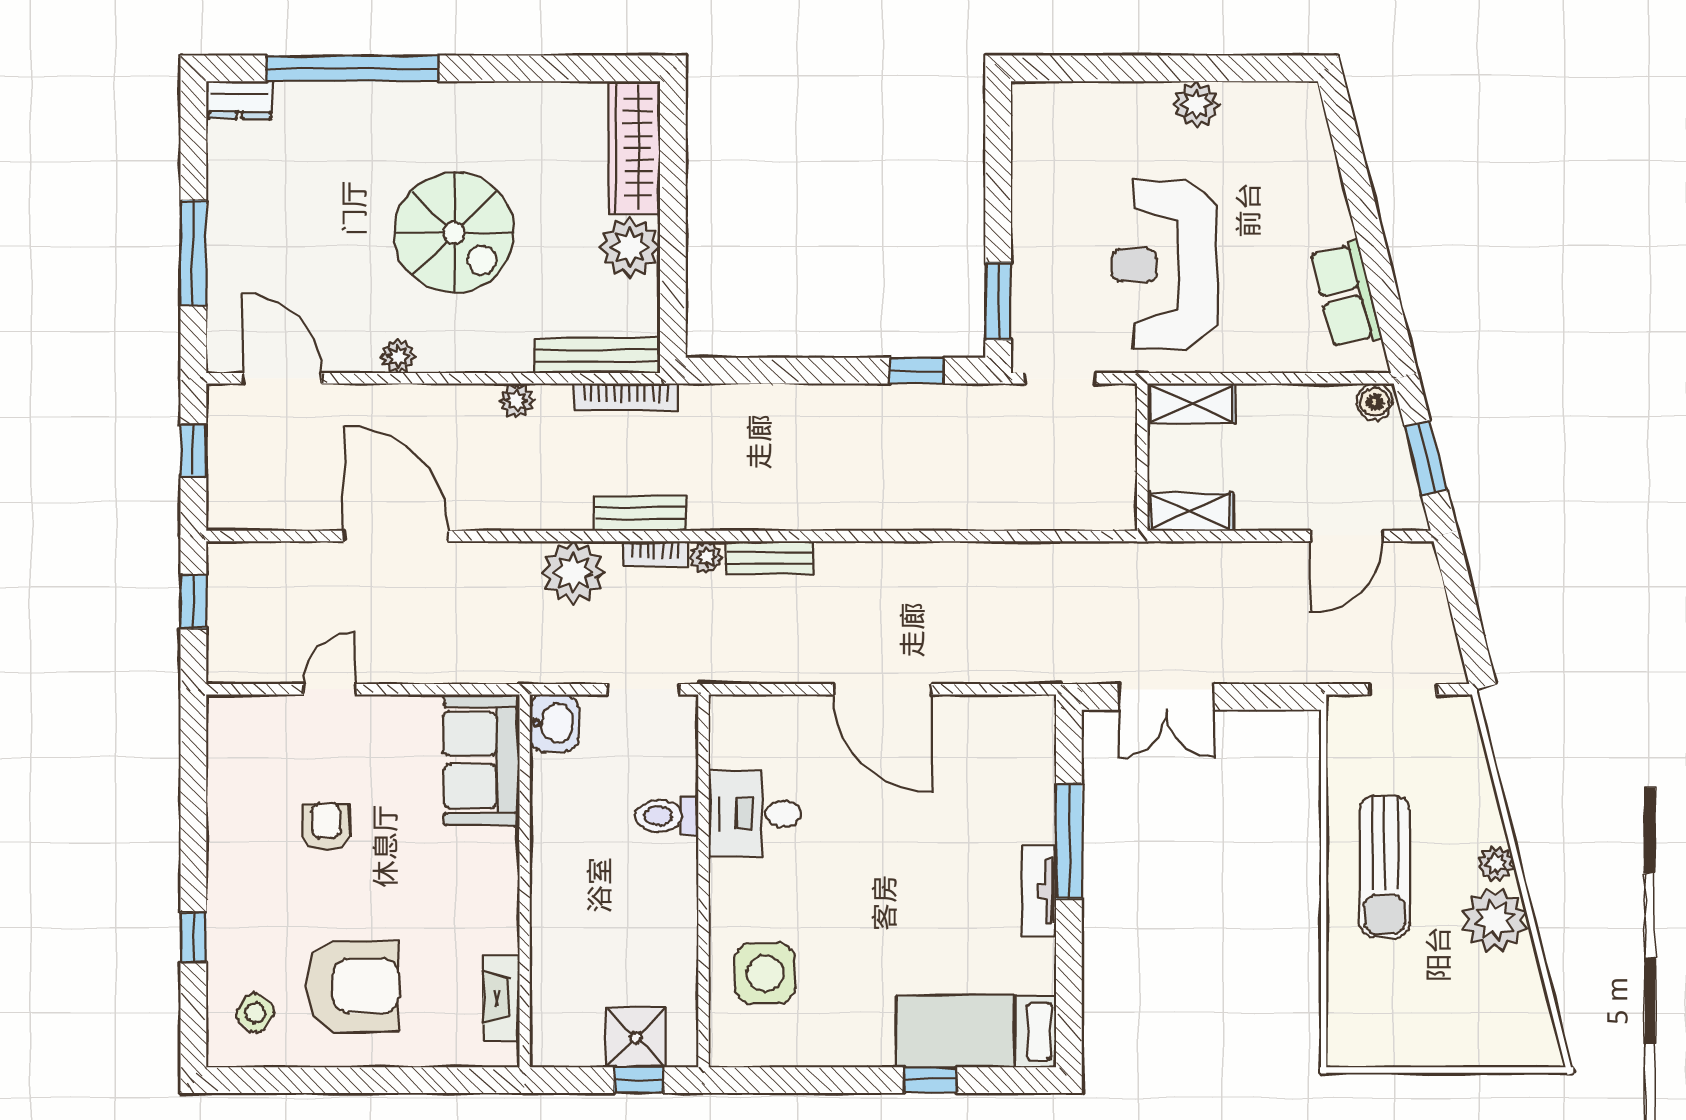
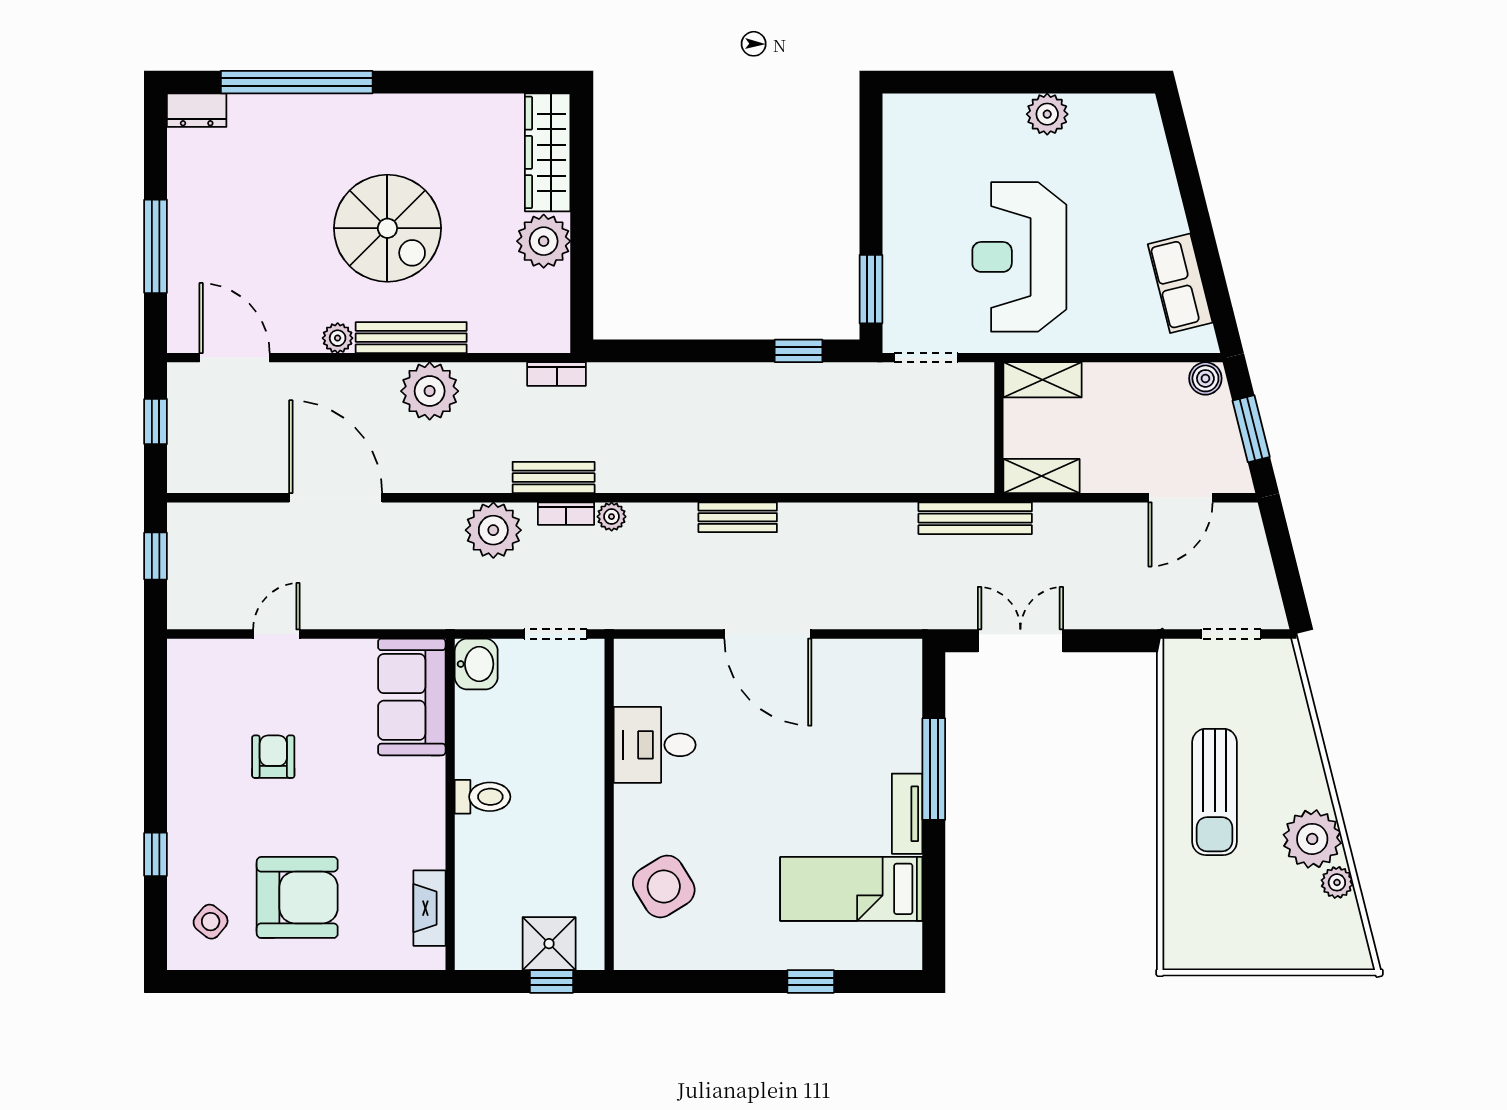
bench: (598, 356) -> (411, 338), moved
bookcase: (626, 397) -> (557, 374), width x0.64
plant: (517, 401) -> (430, 391), width x1.88, depth x1.88
bench: (770, 558) -> (738, 517), moved
bench: (1115, 559) -> (975, 518), added
double door: (1166, 697) -> (1020, 641), swing flipped
toilet: (667, 816) -> (483, 797), moved, turned 180
plant: (1496, 864) -> (1337, 882), moved
side table: (765, 973) -> (664, 886), turned -32
bed: (976, 1031) -> (851, 889), moved

